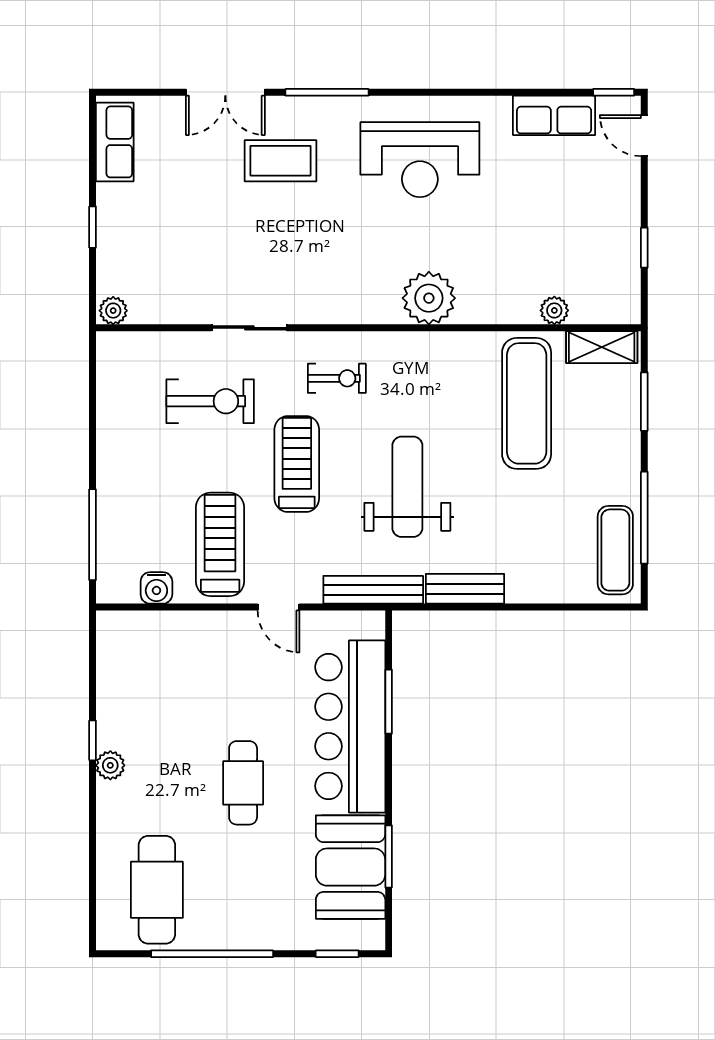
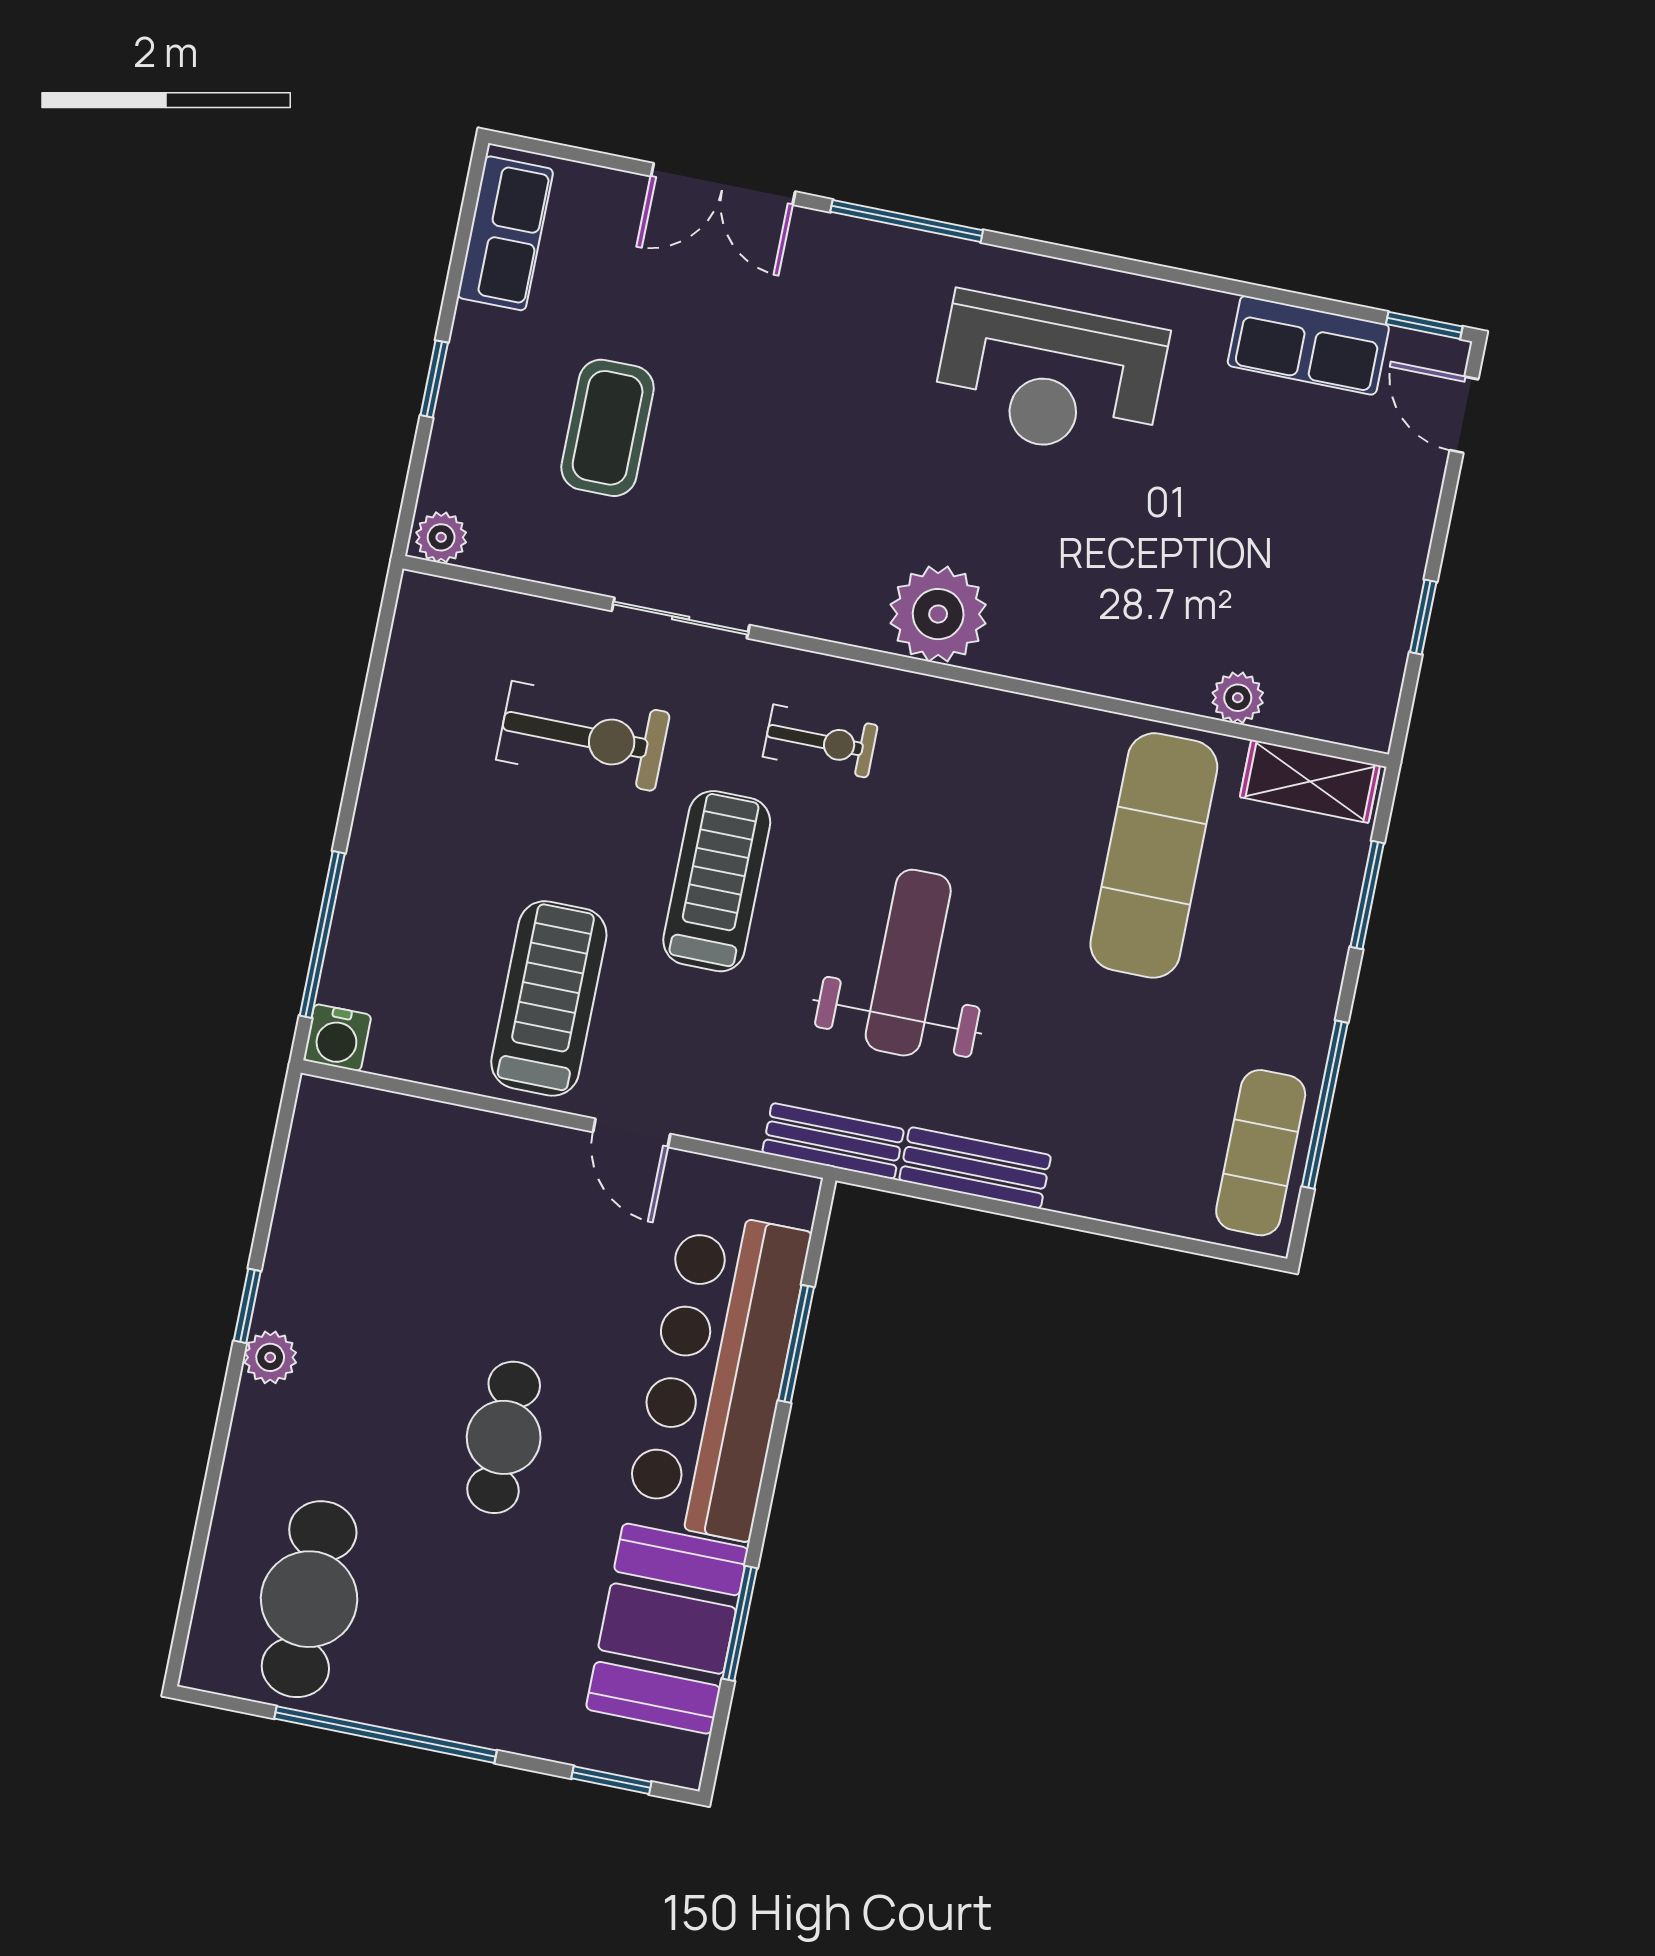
coffee table: (280, 161) -> (608, 428), moved, turned 90
plant: (429, 298) -> (938, 614), moved
water cooler: (156, 588) -> (337, 1038), moved
bench: (373, 590) -> (833, 1141), width x0.73

